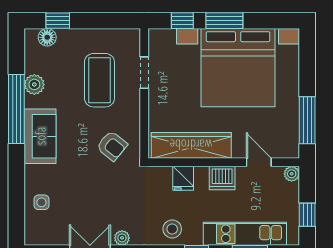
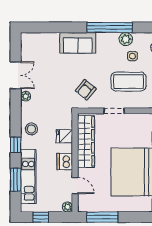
doorway: (144, 73) -> (114, 111), moved
sofa: (40, 136) -> (78, 43), moved
door: (259, 162) -> (75, 186), hinge flipped
side table: (41, 202) -> (132, 56), moved

